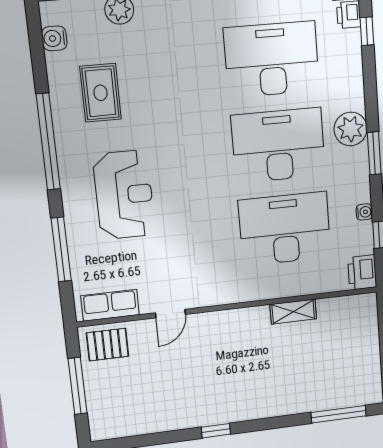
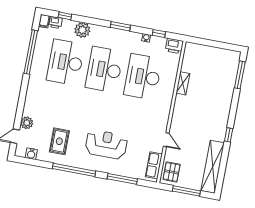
rug: (101, 93) -> (59, 141), turned 90
plant: (351, 129) -> (82, 30), moved
shelving: (143, 421) -> (213, 167), added

